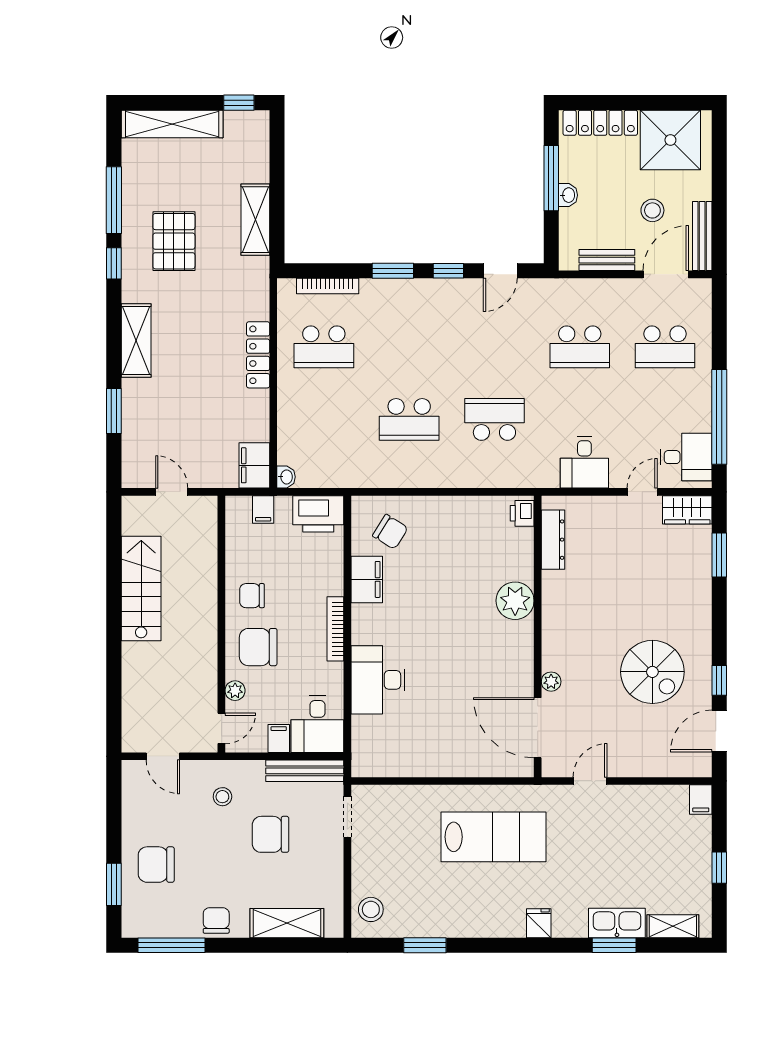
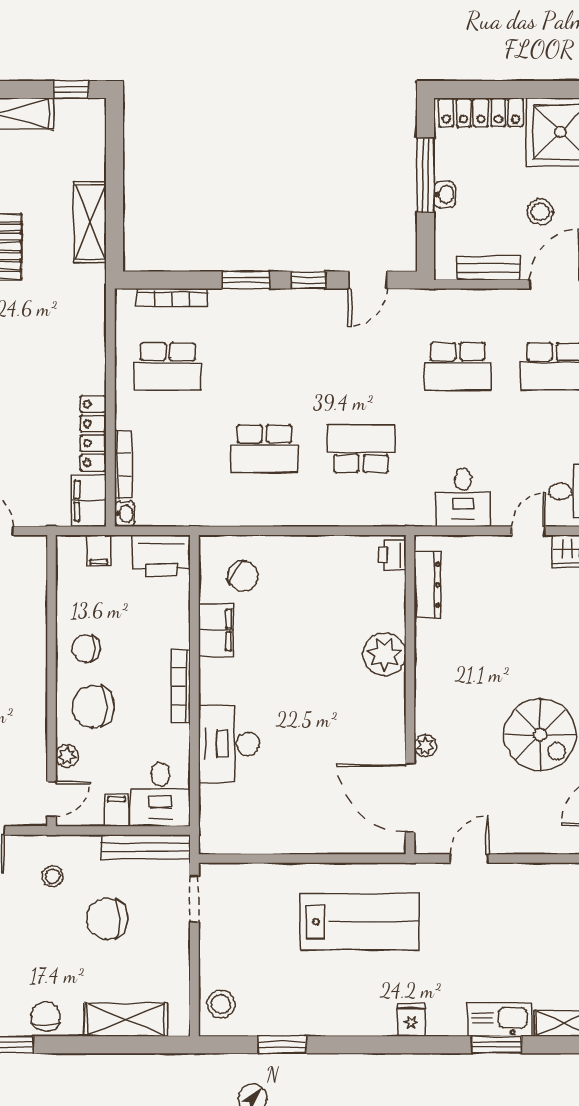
locker: (258, 355) -> (93, 433), moved
bookcase: (285, 434) -> (123, 465), added

